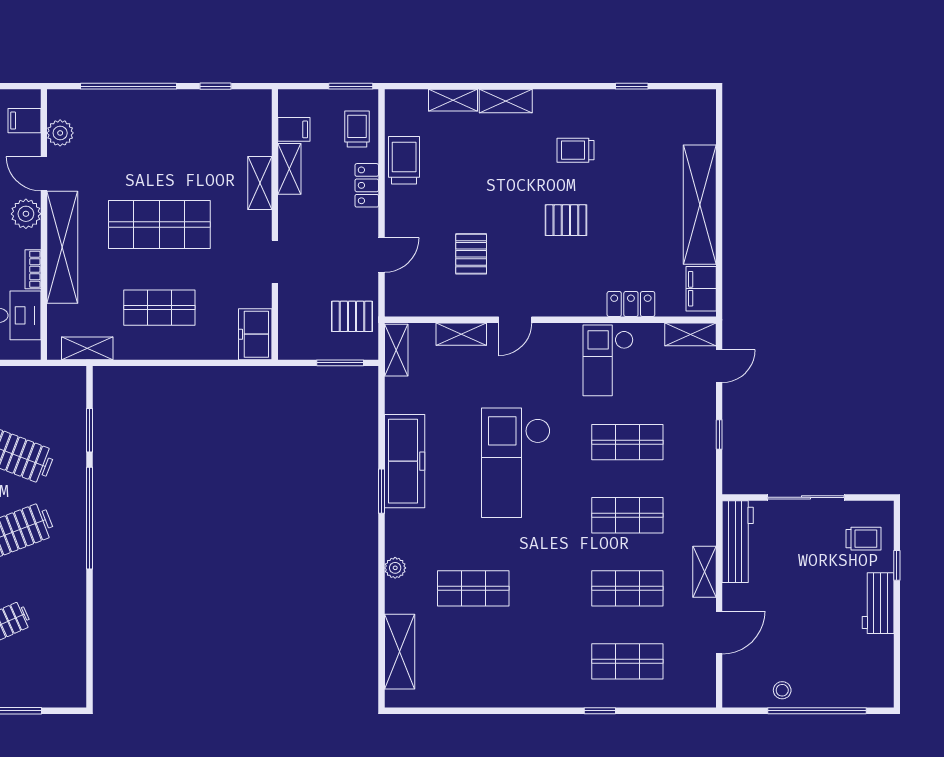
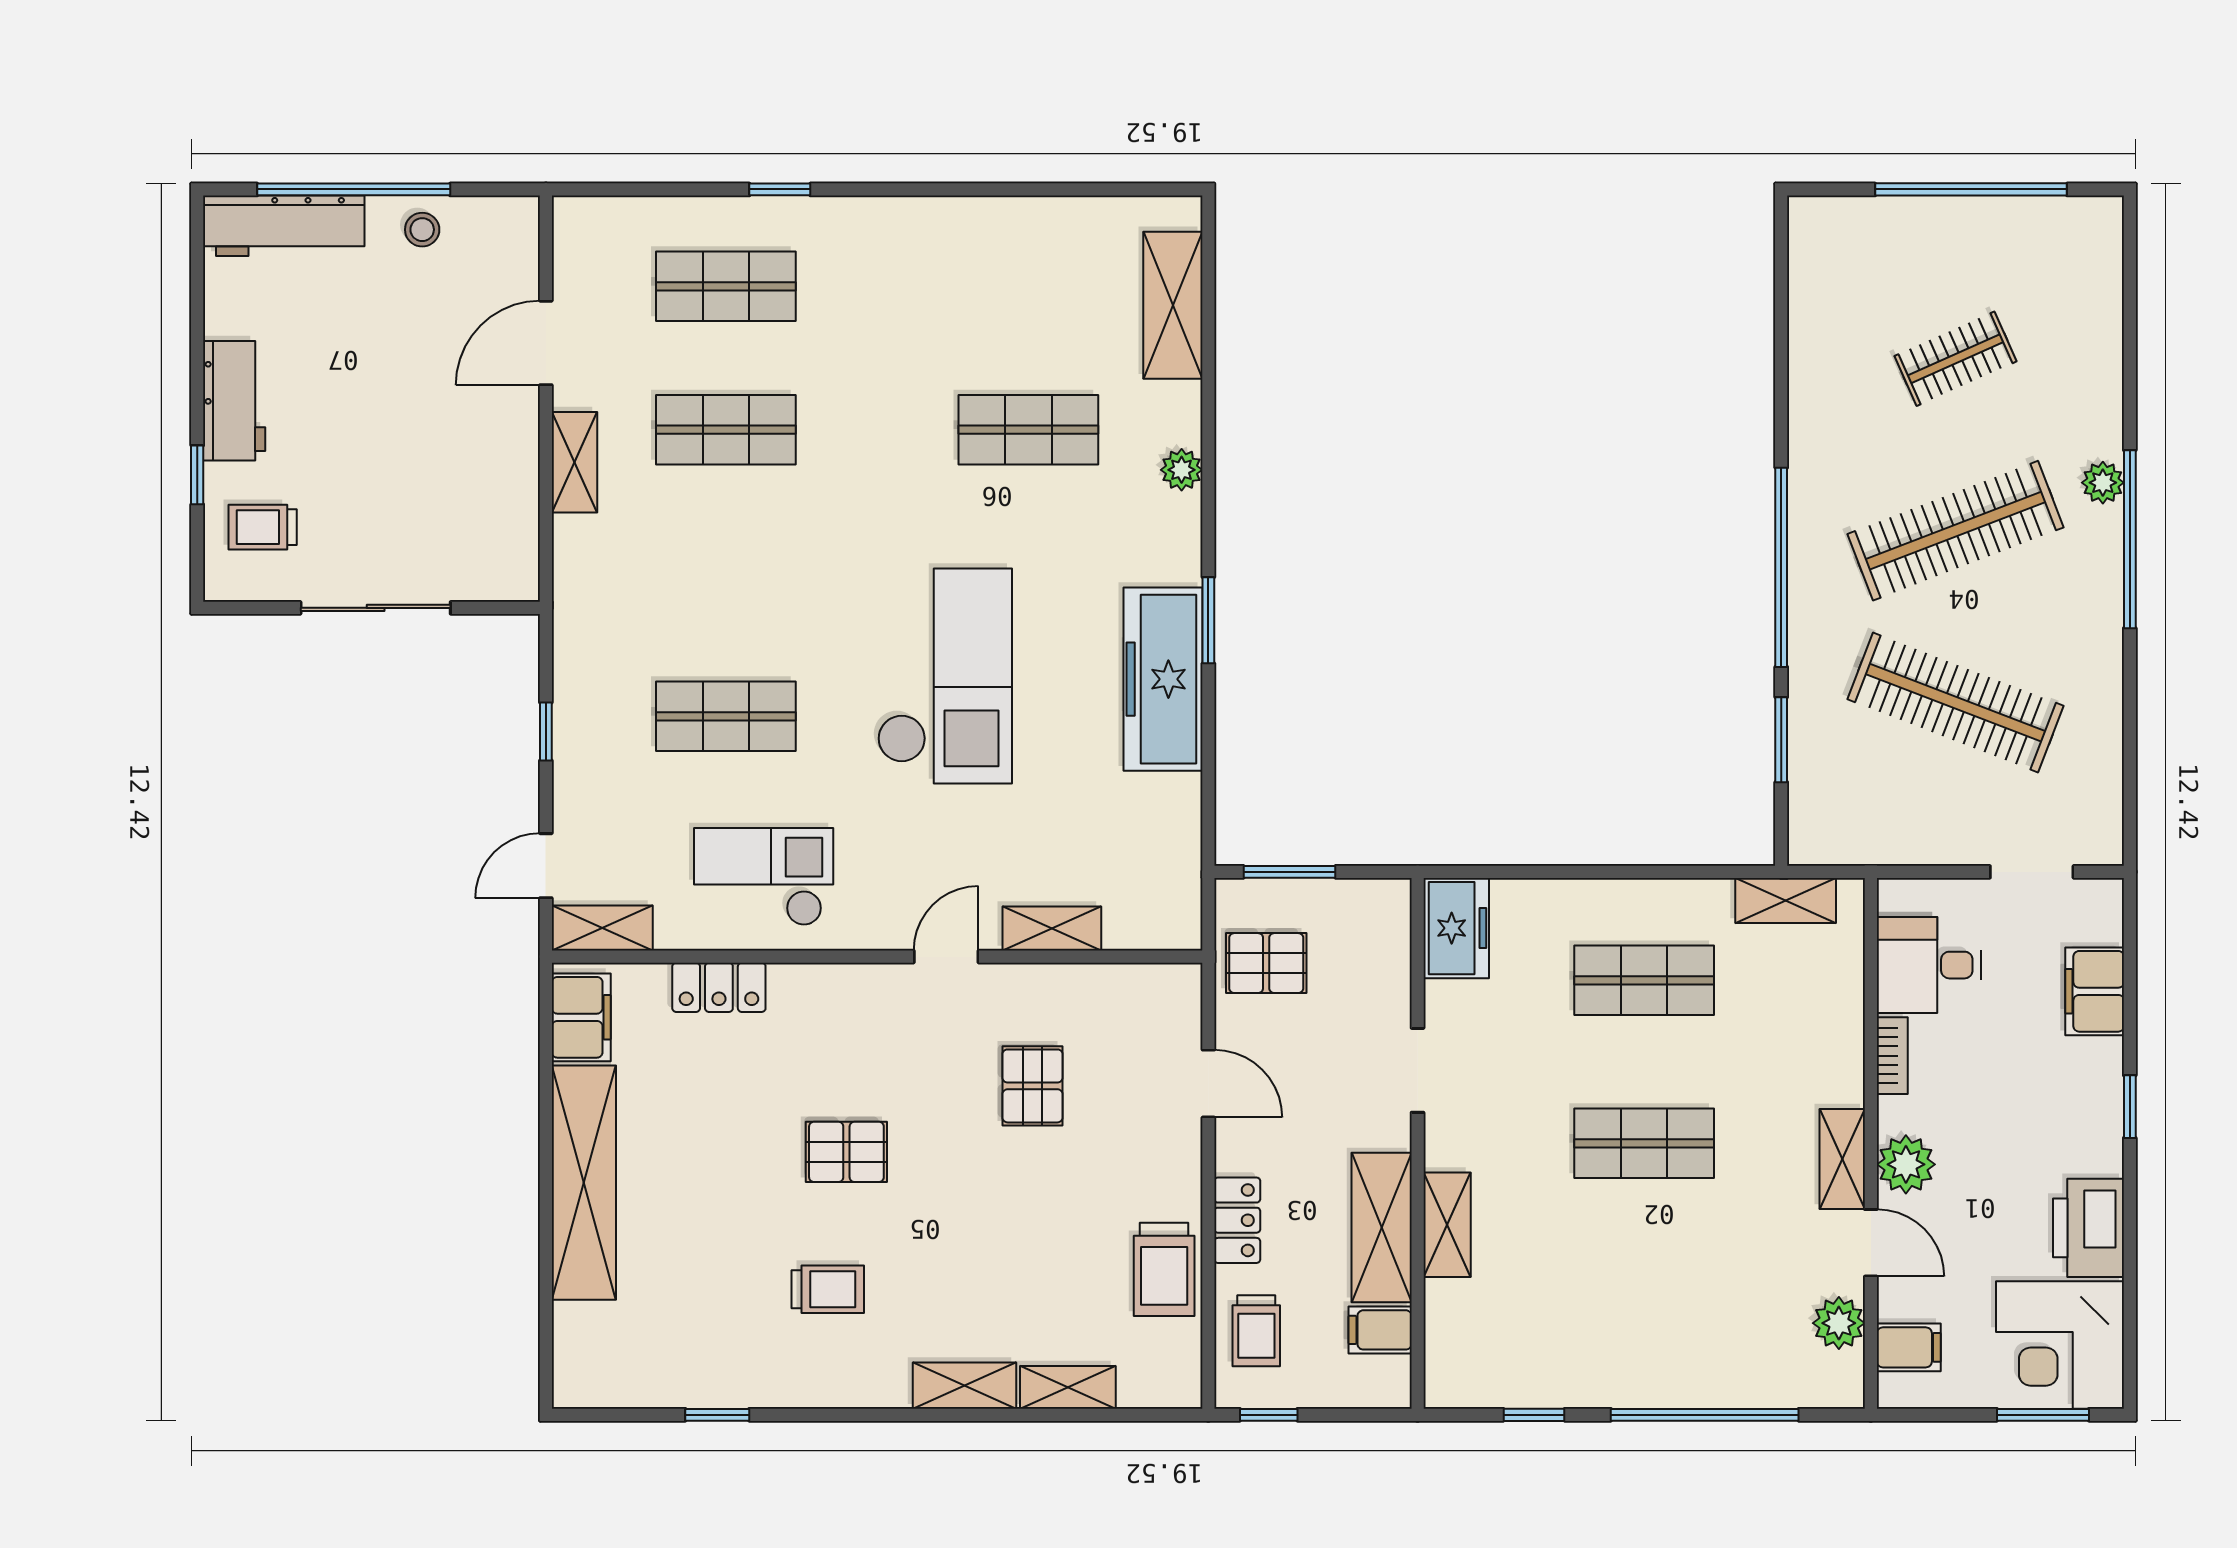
window: (351, 86) -> (1269, 1415), width x0.67
shelving: (289, 169) -> (1382, 1228), width x1.50, depth x1.33
shop shelf: (159, 225) -> (1644, 1143), width x0.70, depth x0.74
shelving: (62, 247) -> (1842, 1159), width x0.45, depth x0.75
door: (381, 255) -> (1208, 1084), swing flipped
shelving: (396, 350) -> (1179, 897), removed
checkout: (608, 360) -> (764, 877), turned -90
shop shelf: (627, 515) -> (726, 573), removed
workbench: (738, 542) -> (284, 226), moved, turned -90

